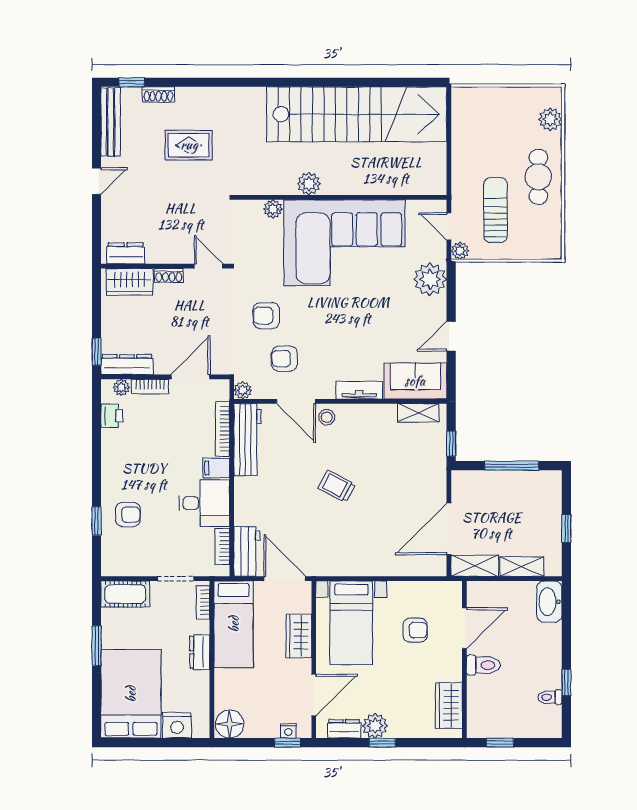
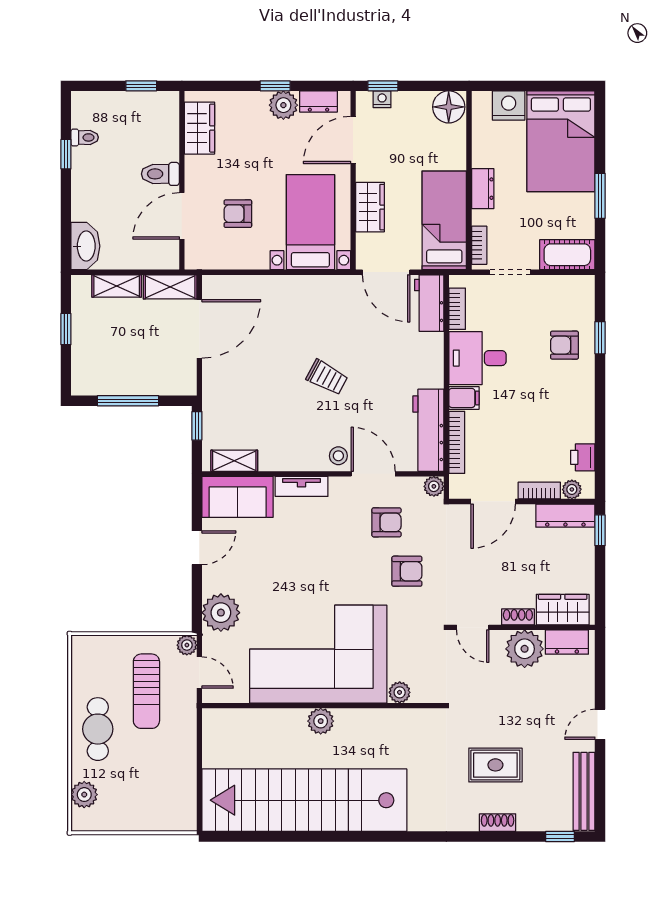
shoe rack: (158, 94) -> (498, 823), moved
plant: (309, 184) -> (321, 721), moved
plant: (163, 247) -> (525, 649), added

